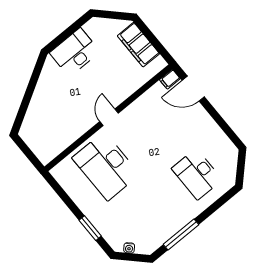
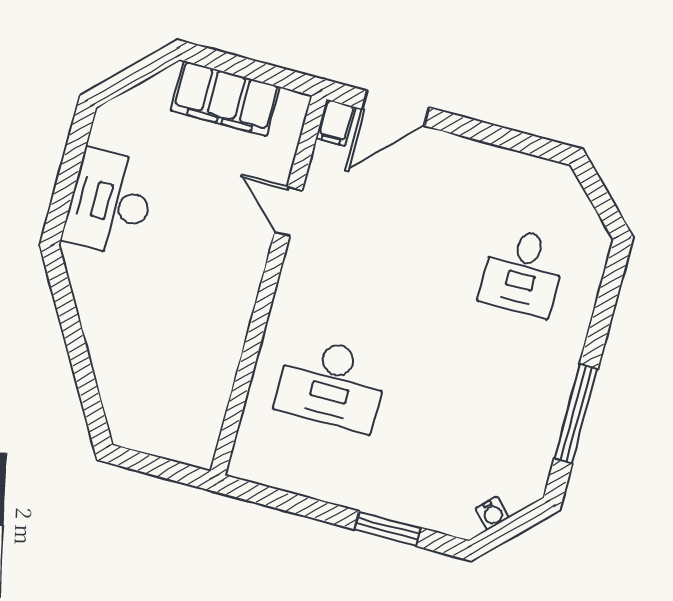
door: (109, 117) -> (288, 212), moved
desk: (106, 166) -> (332, 384), width x0.73, depth x0.77
desk: (197, 174) -> (523, 272), width x0.73

